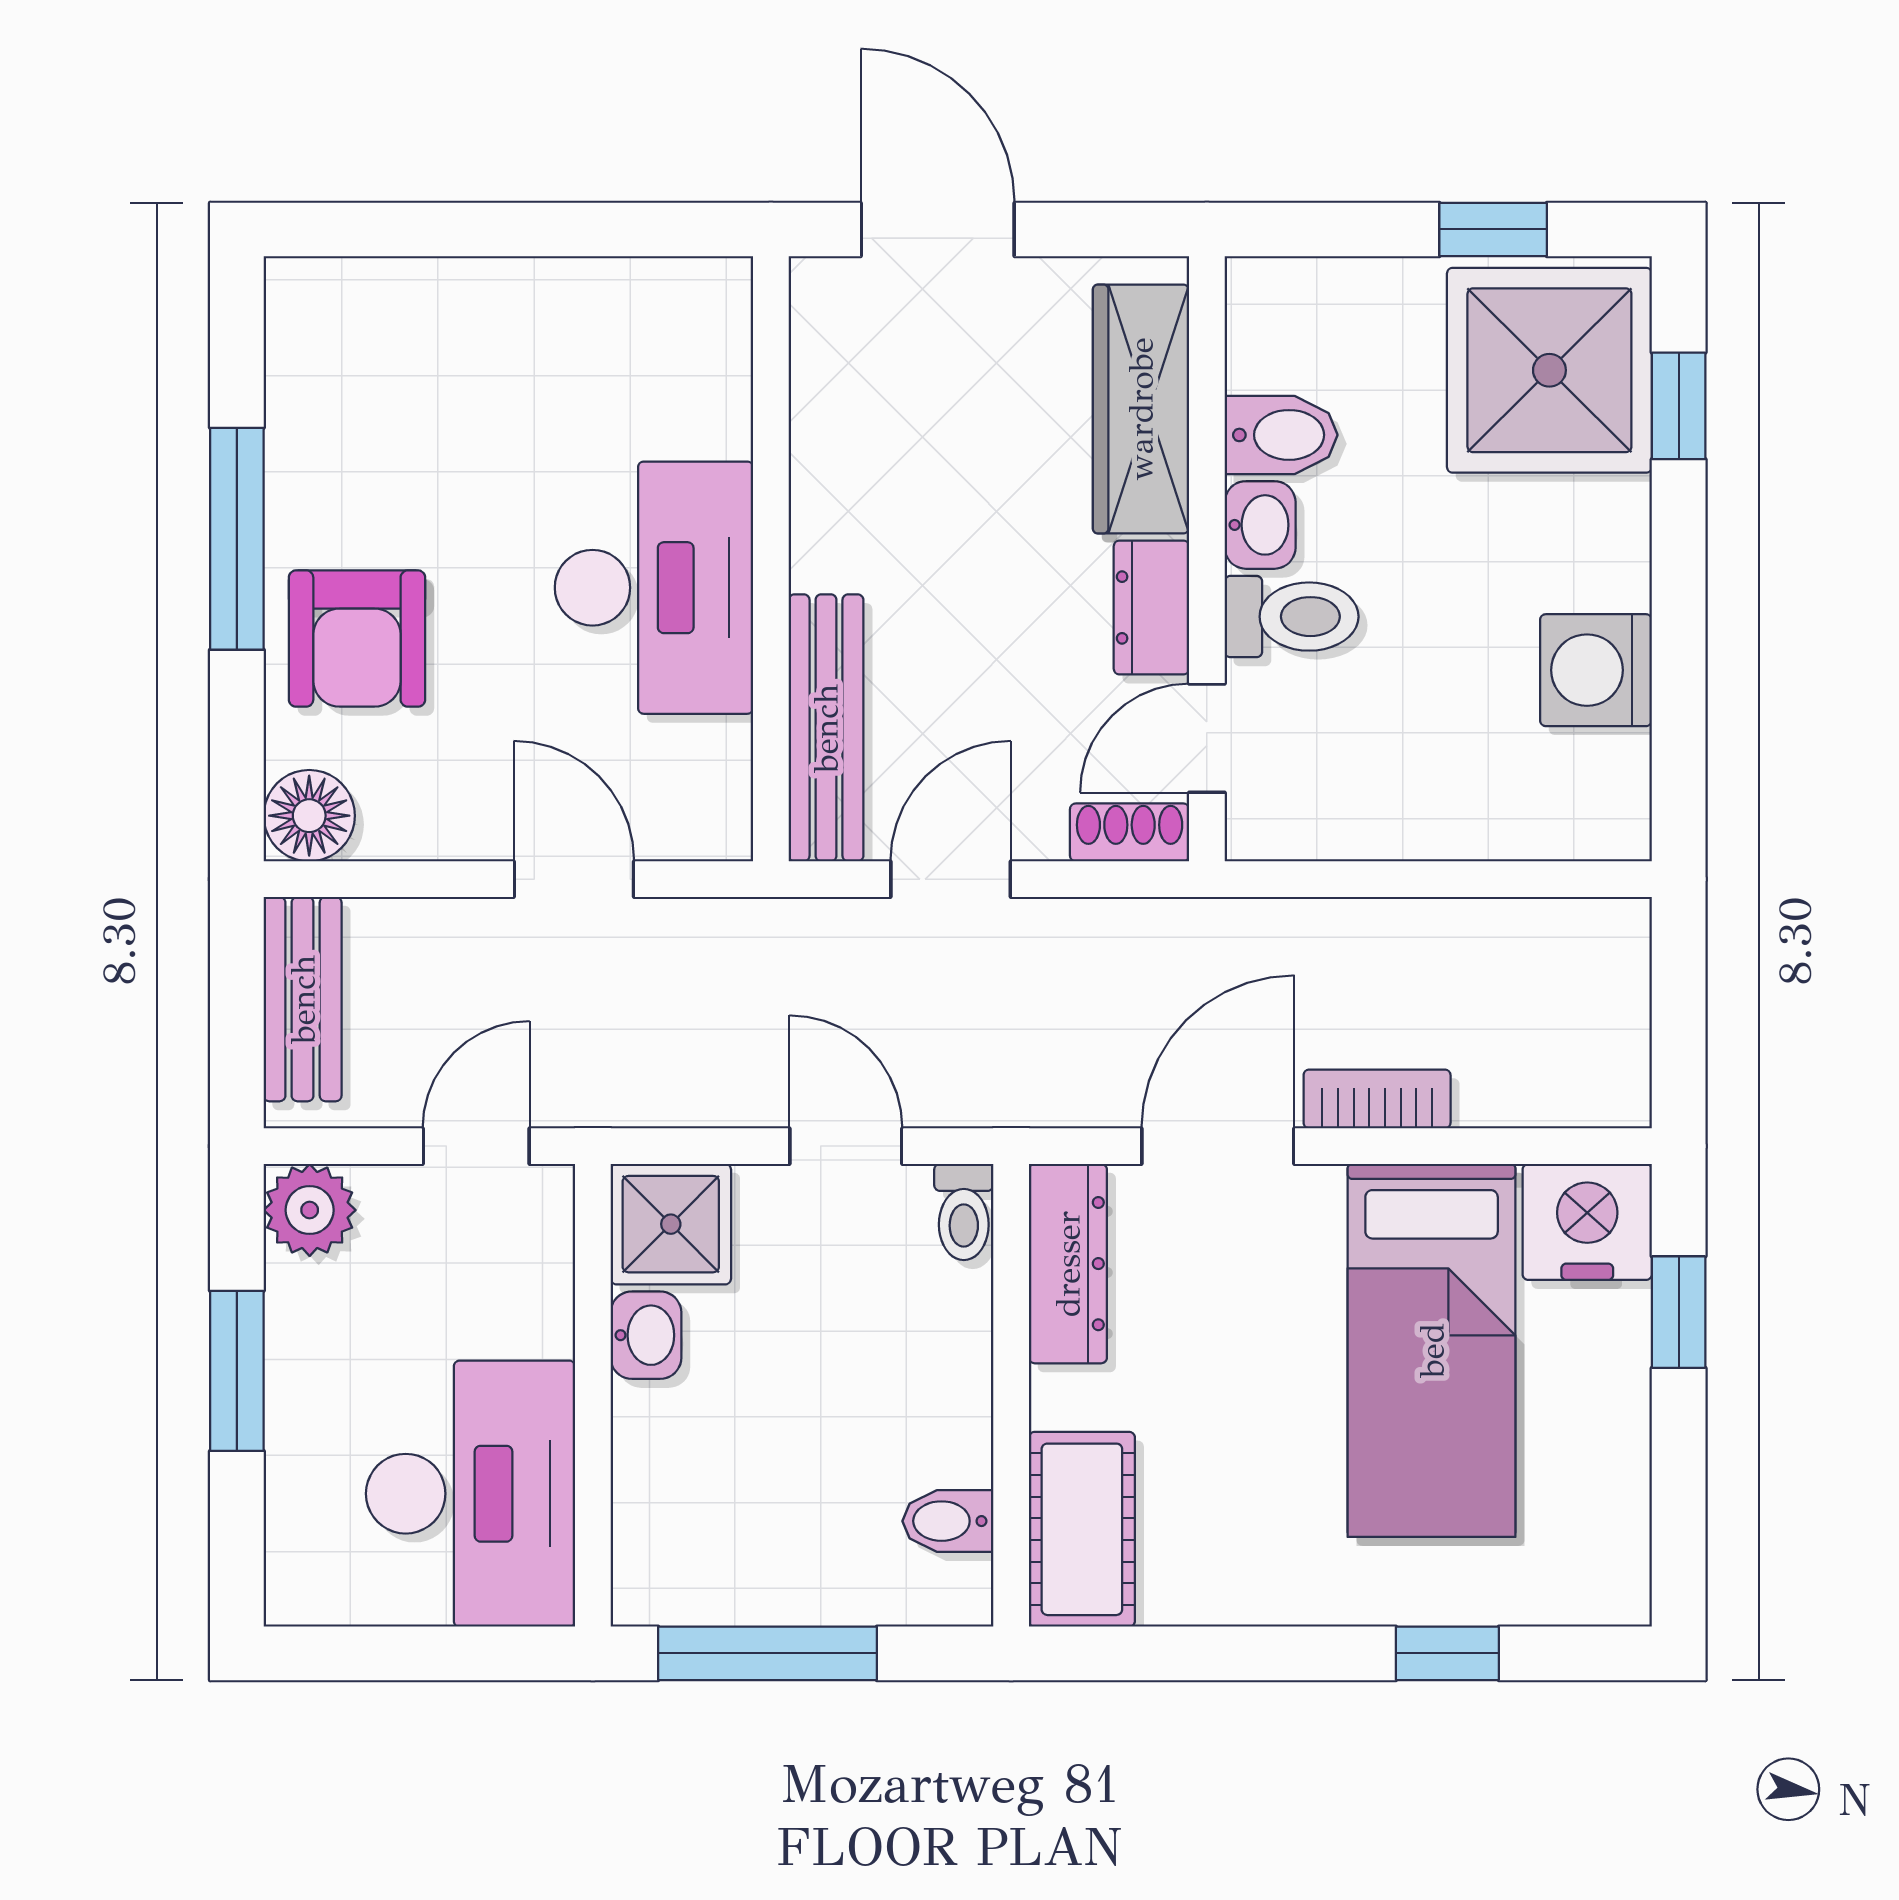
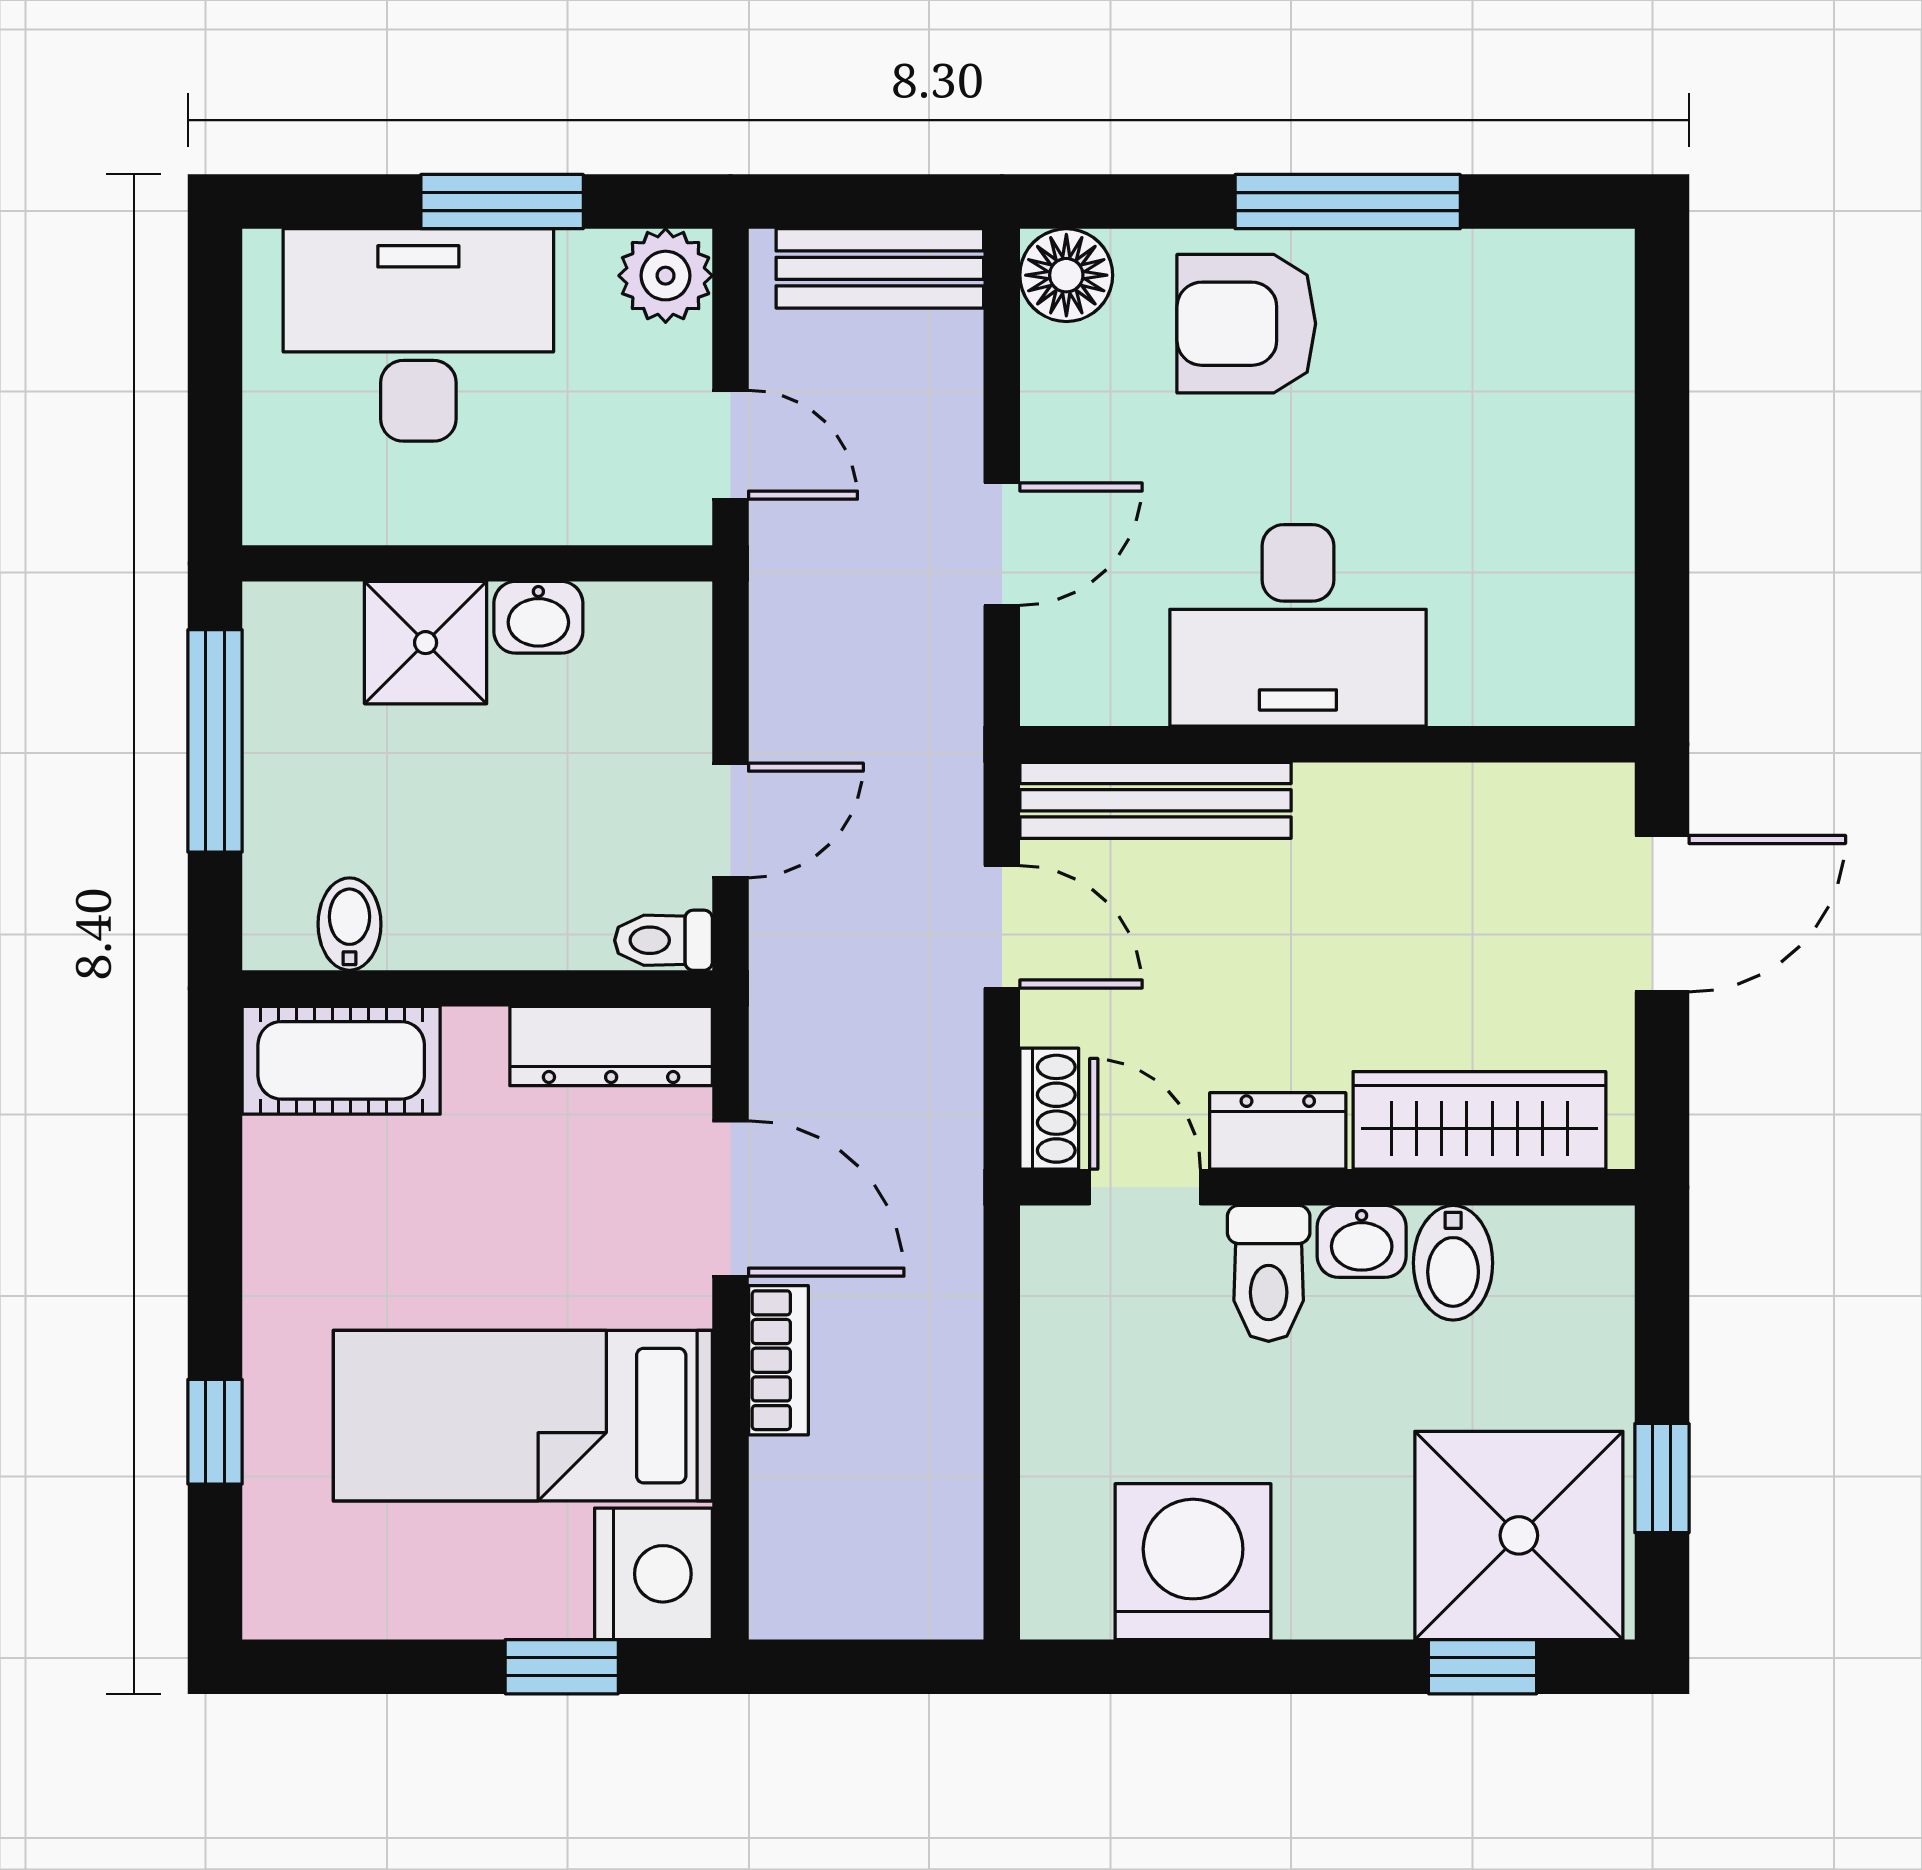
washing machine: (1596, 670) -> (1193, 1562), width x1.37, depth x1.37
shower: (671, 1224) -> (426, 643), moved
desk: (471, 1494) -> (418, 335), moved, turned 180

